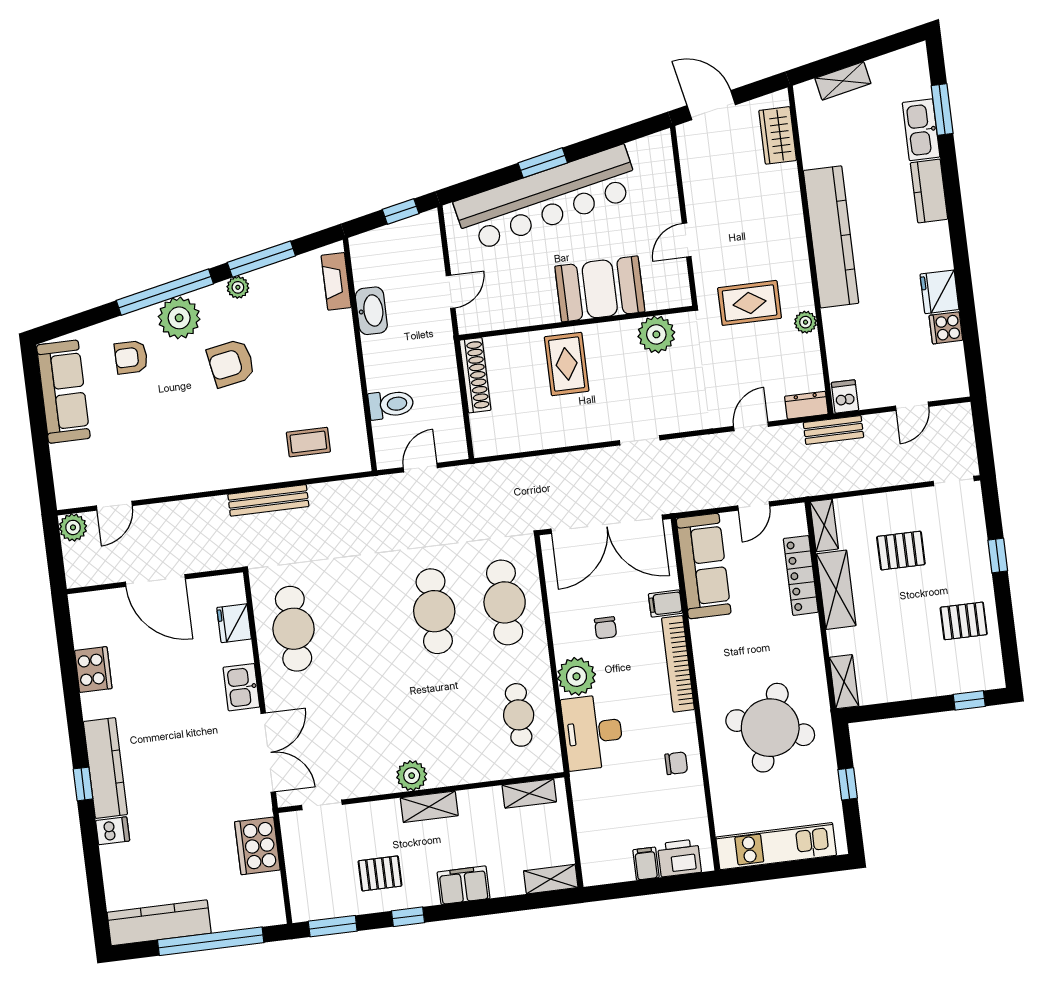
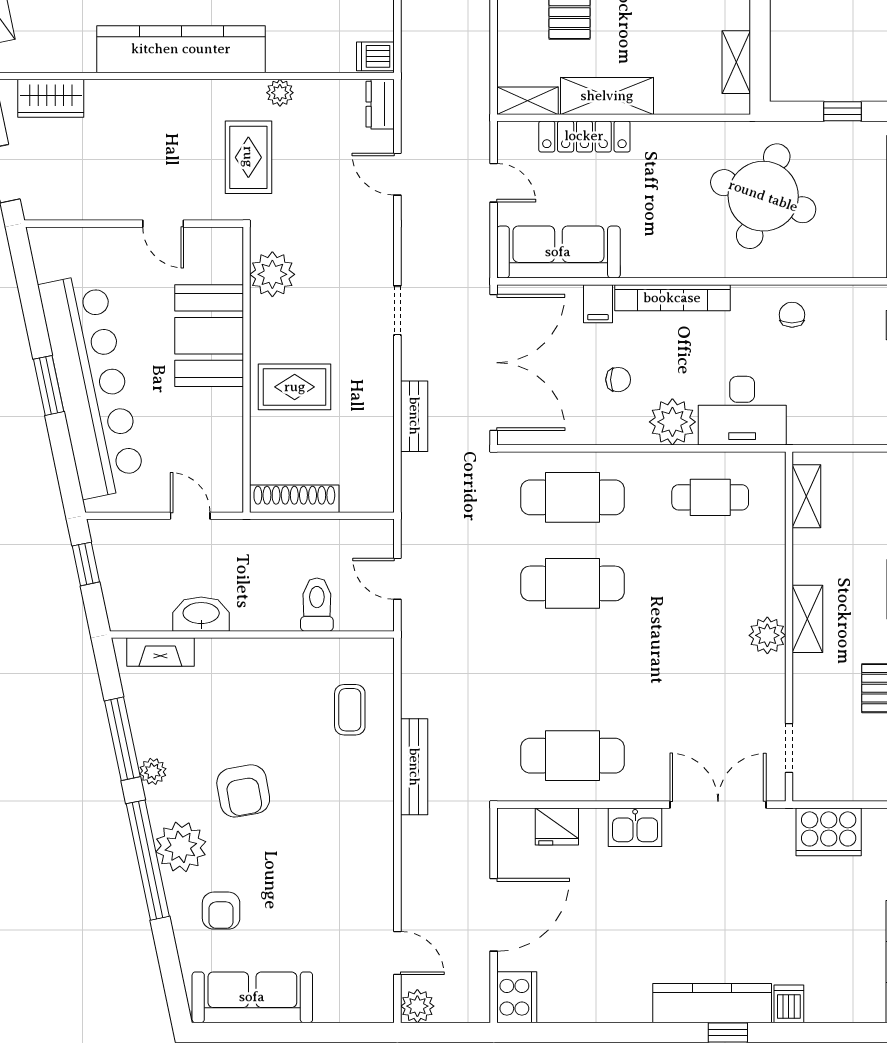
bench: (833, 430) -> (414, 416), moved
cooker: (93, 670) -> (517, 997), moved, turned 90
shelving: (844, 682) -> (736, 62), moved, turned 90

